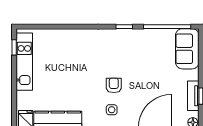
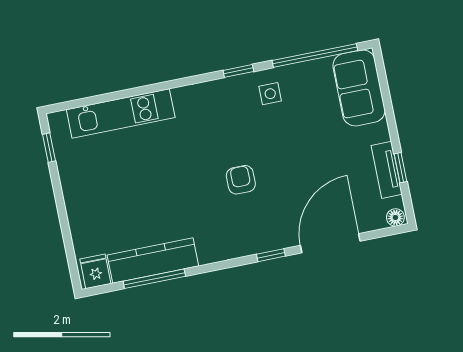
kitchen unit: (24, 62) -> (121, 113), moved, turned 90
side table: (112, 110) -> (270, 94), moved

